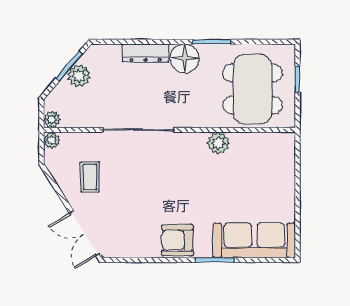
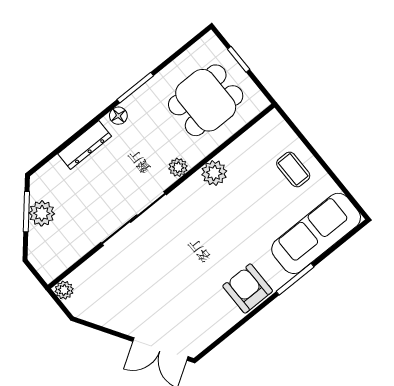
floor lamp: (185, 58) -> (118, 116), width x0.53, depth x0.53
dining table: (253, 89) -> (206, 100), width x0.73
plant: (52, 119) -> (178, 167), moved
coffee table: (90, 177) -> (293, 169), moved
armchair: (177, 240) -> (248, 288), turned 90

